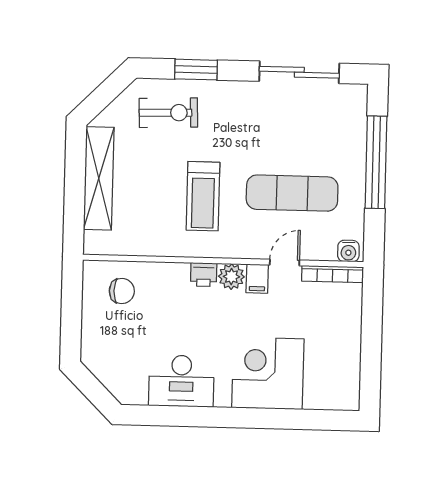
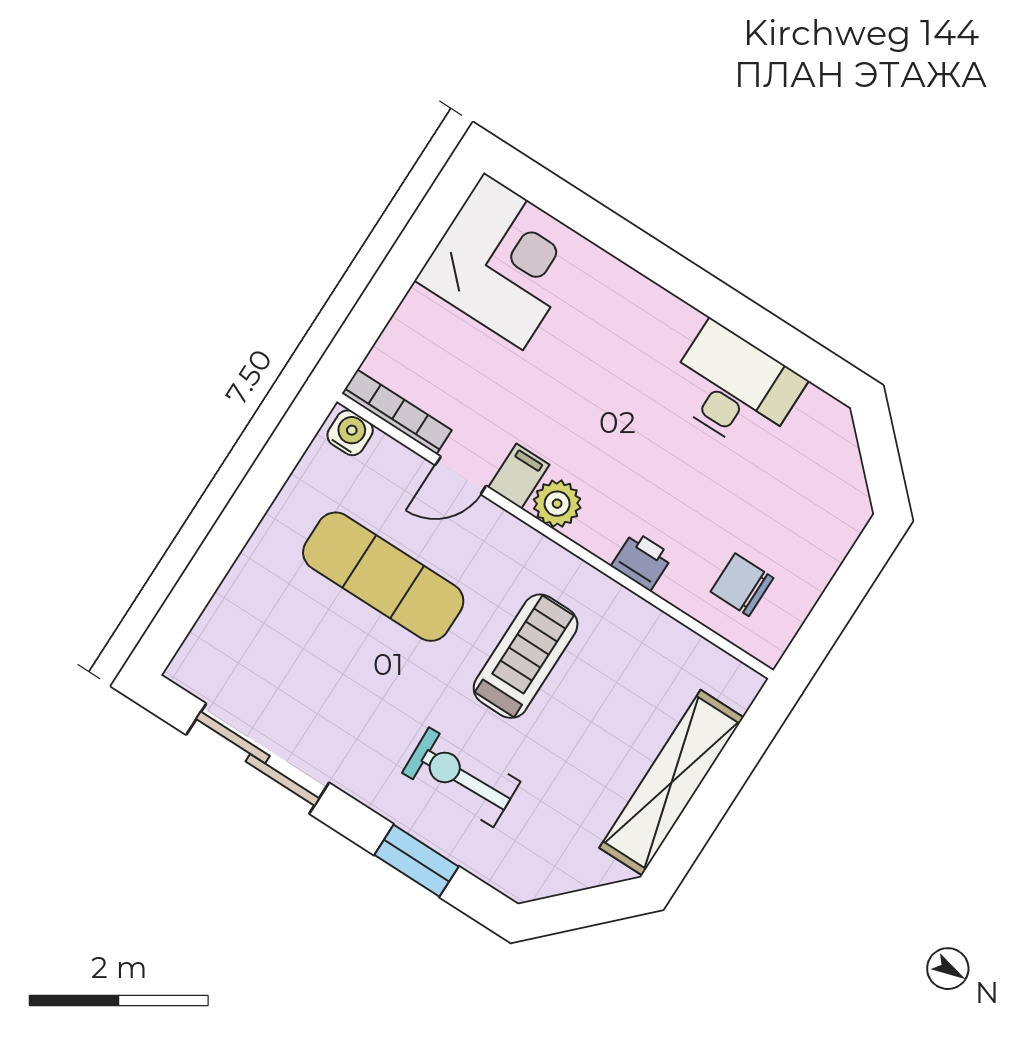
exercise bike: (168, 113) -> (461, 777), moved
window: (376, 162) -> (223, 545), removed
printer: (204, 275) -> (642, 561), moved
corner desk: (268, 373) -> (503, 261), moved, turned -90

